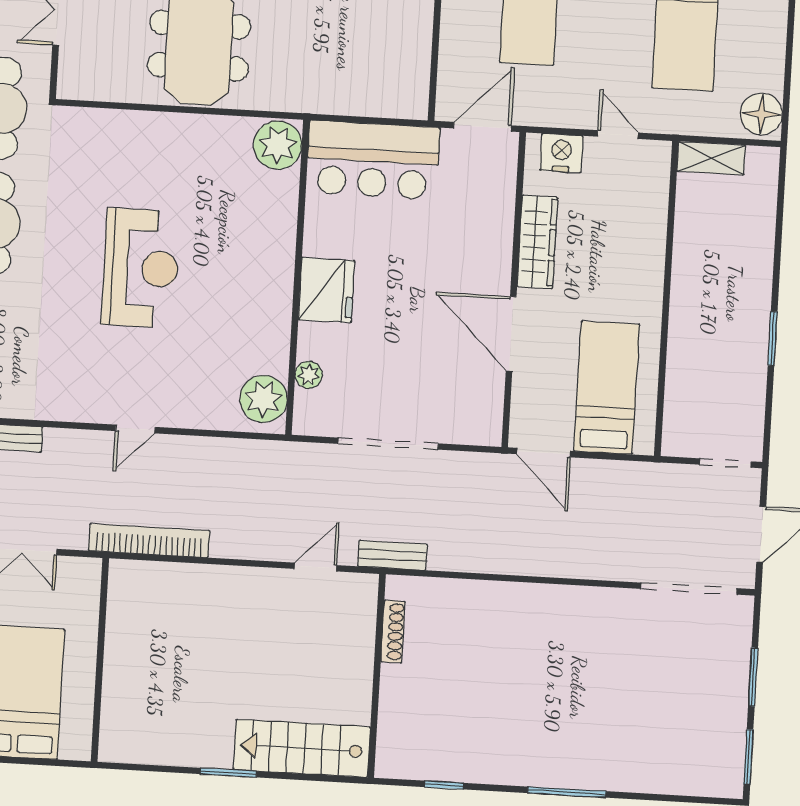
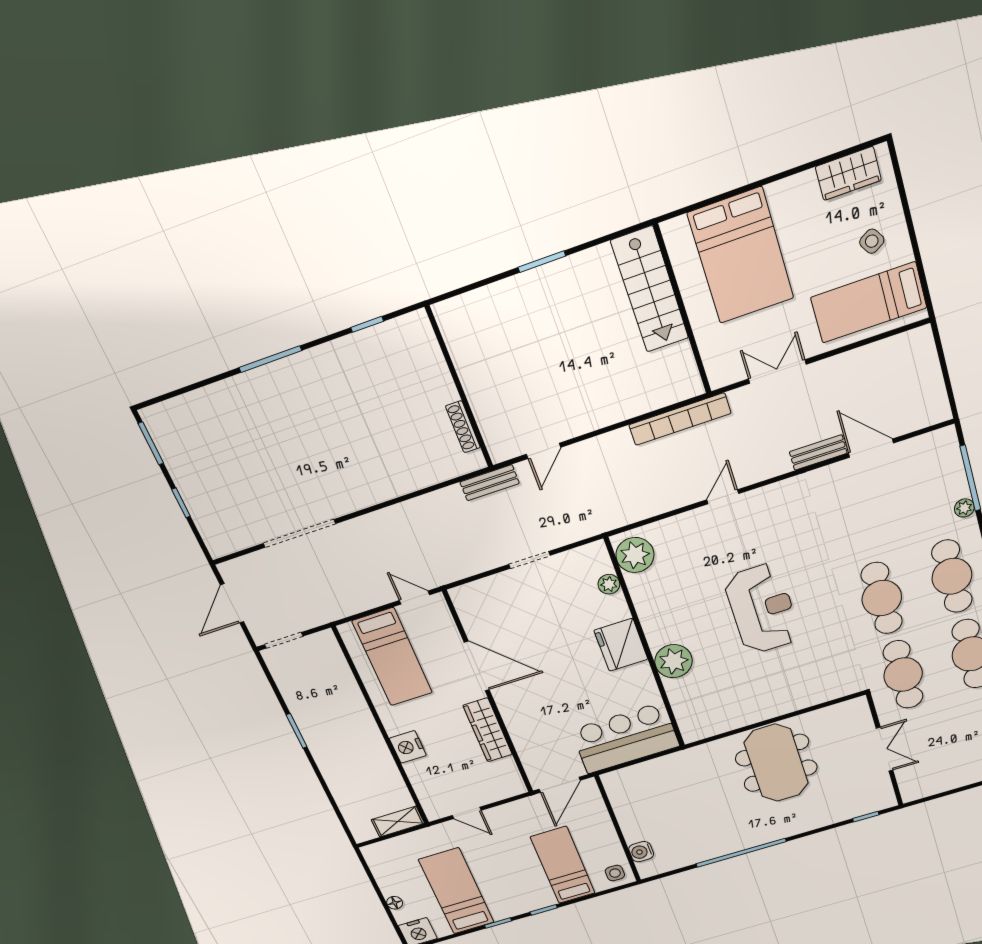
floor lamp: (761, 114) -> (395, 903), moved, width x0.53, depth x0.53
plant: (278, 145) -> (674, 661), moved
nightstand: (561, 153) -> (408, 747), moved, turned 90
reception desk: (141, 268) -> (762, 609), turned 180
doorway: (388, 444) -> (530, 560), width x0.53
door: (544, 453) -> (414, 598), width x0.73
doorway: (689, 589) -> (299, 534), moved
window: (753, 677) -> (181, 503), width x0.67
stairs: (302, 748) -> (650, 290), moved, turned 90

